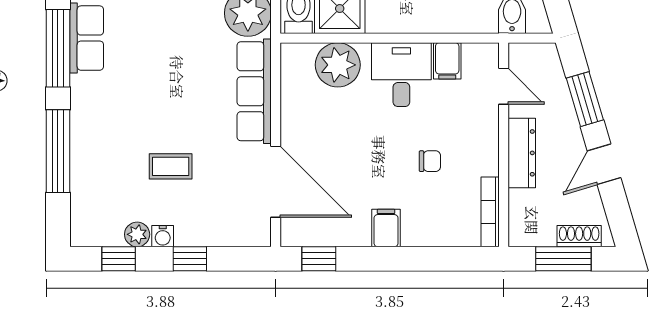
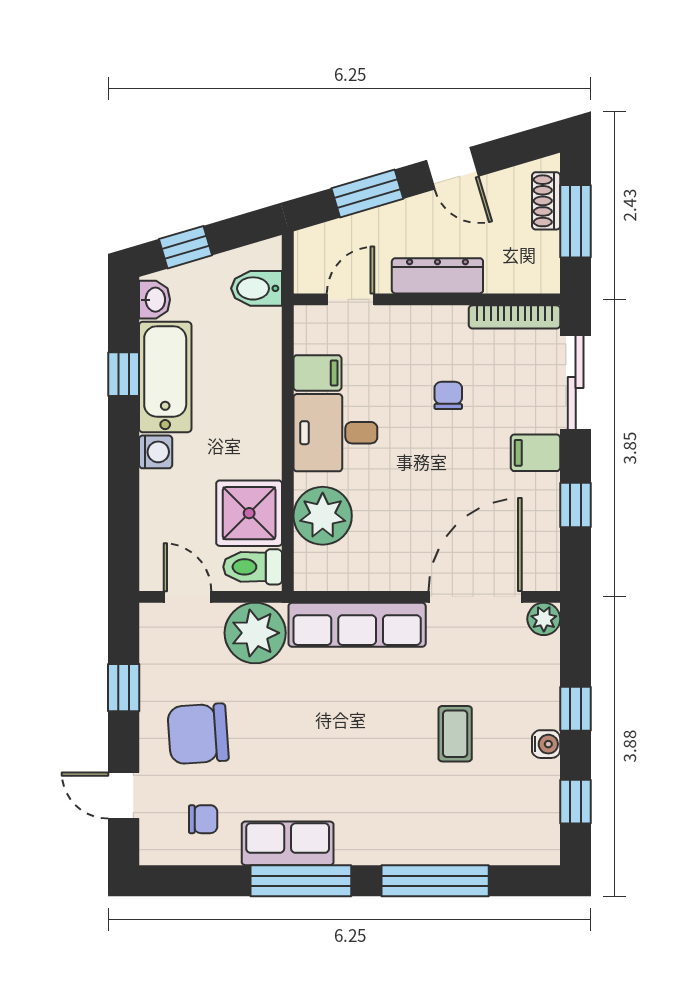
plant: (137, 234) -> (544, 619), moved
window: (319, 259) -> (576, 505), moved
sliding door: (440, 259) -> (576, 382), added

